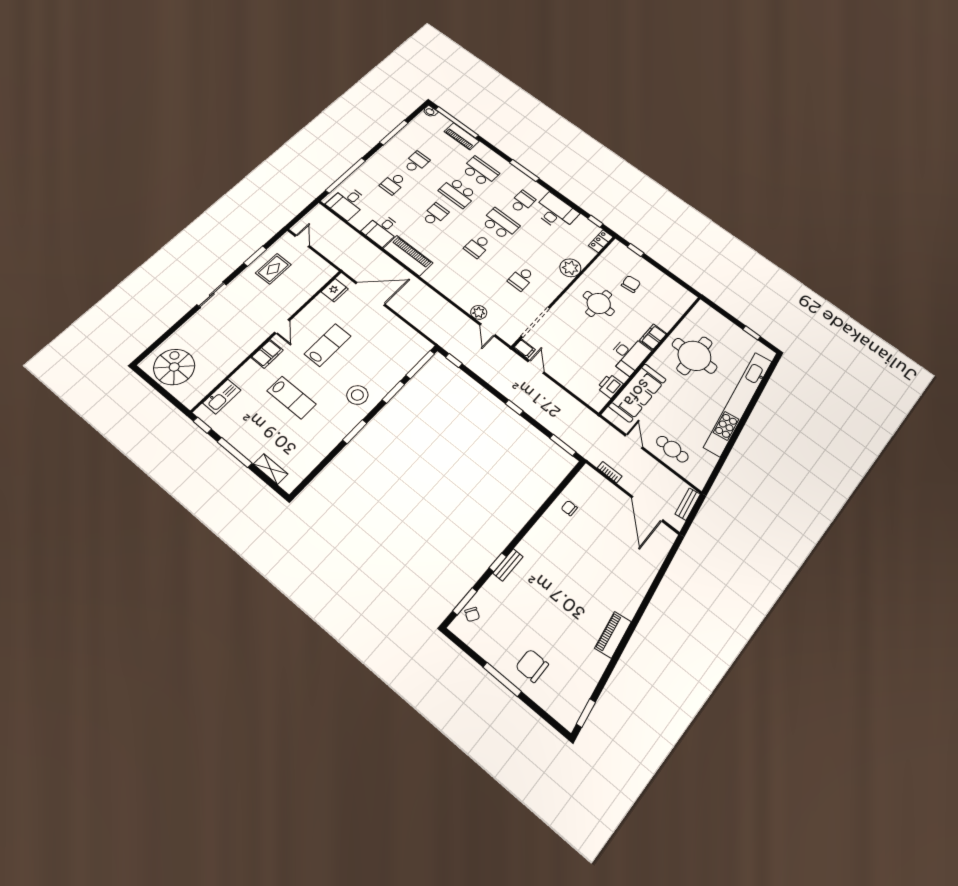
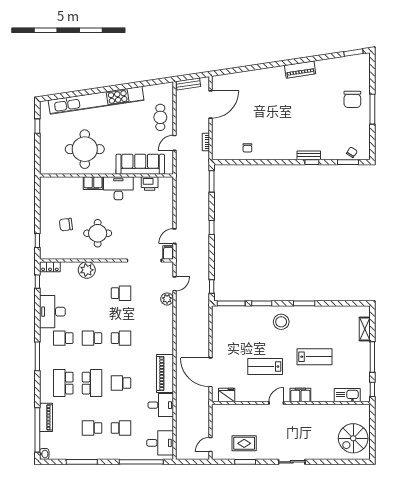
school desk: (500, 224) -> (92, 338), width x0.54
lab bench: (291, 398) -> (315, 357), turned 90

